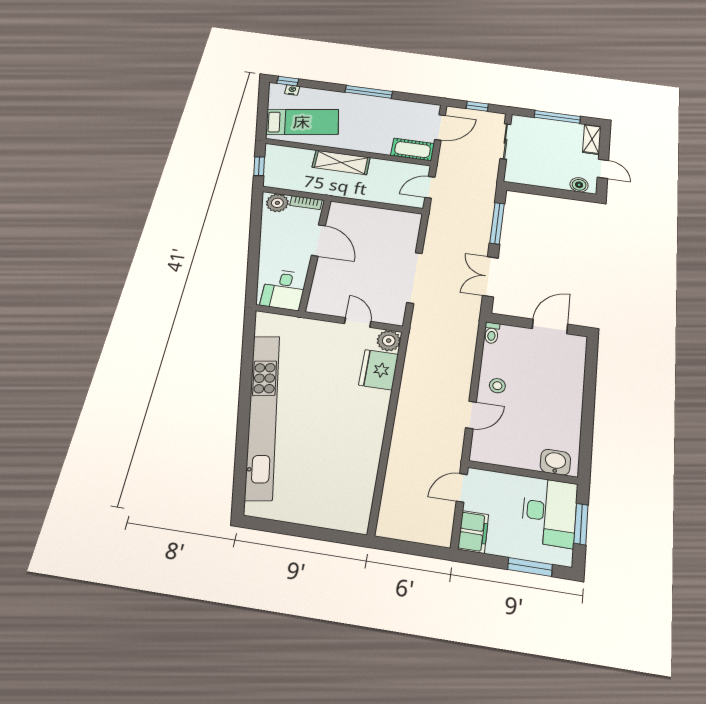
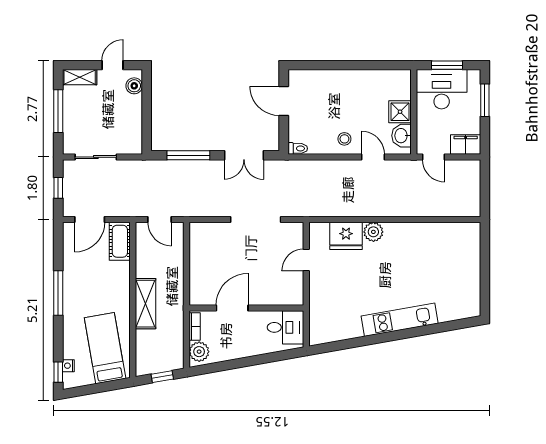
door: (440, 127) -> (90, 219), swing flipped
plant: (389, 341) -> (373, 232), moved
kitchen unit: (263, 415) -> (400, 320), width x0.54
shower: (525, 456) -> (400, 112), added
washbasin: (555, 462) -> (402, 136), moved

